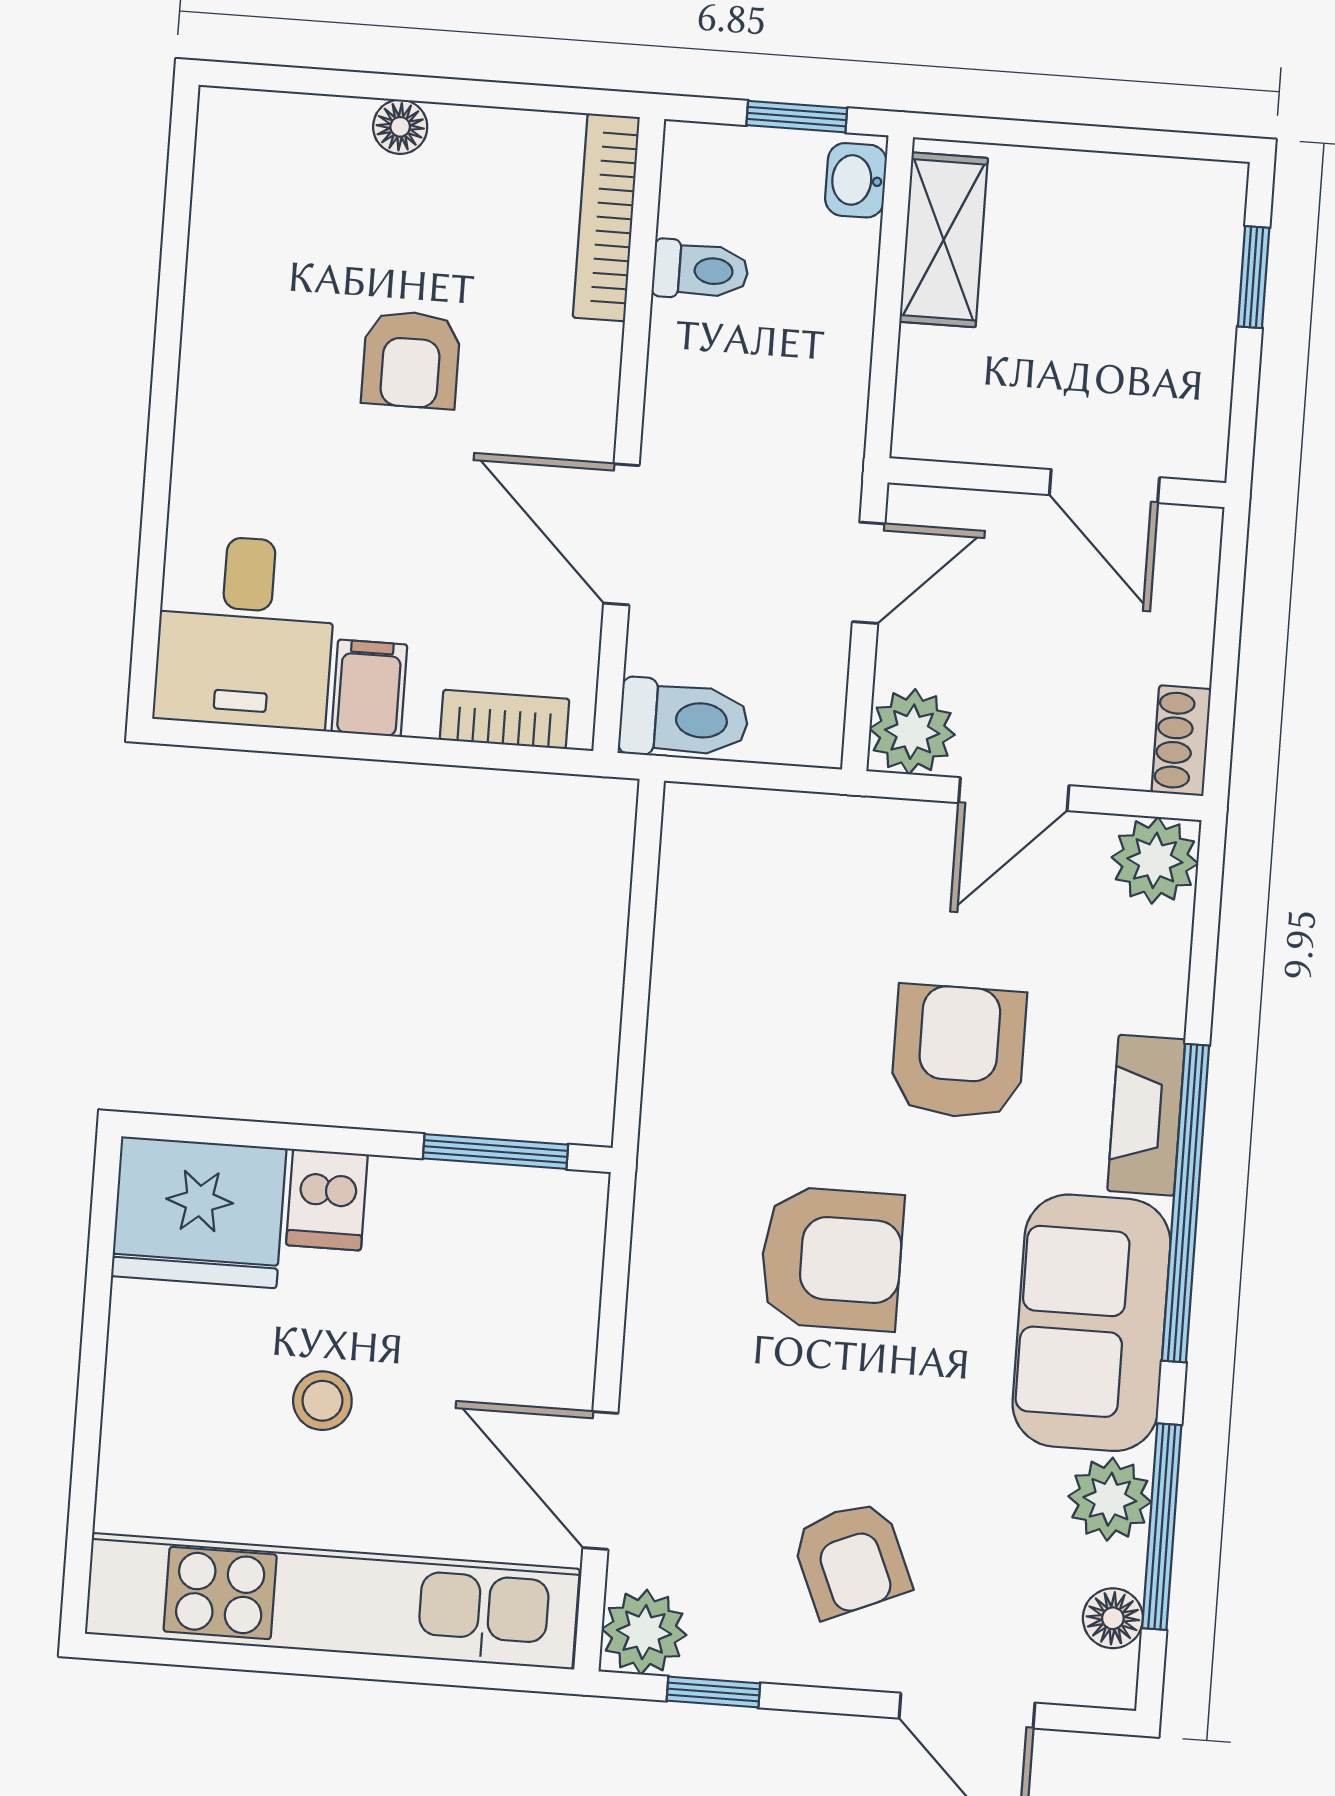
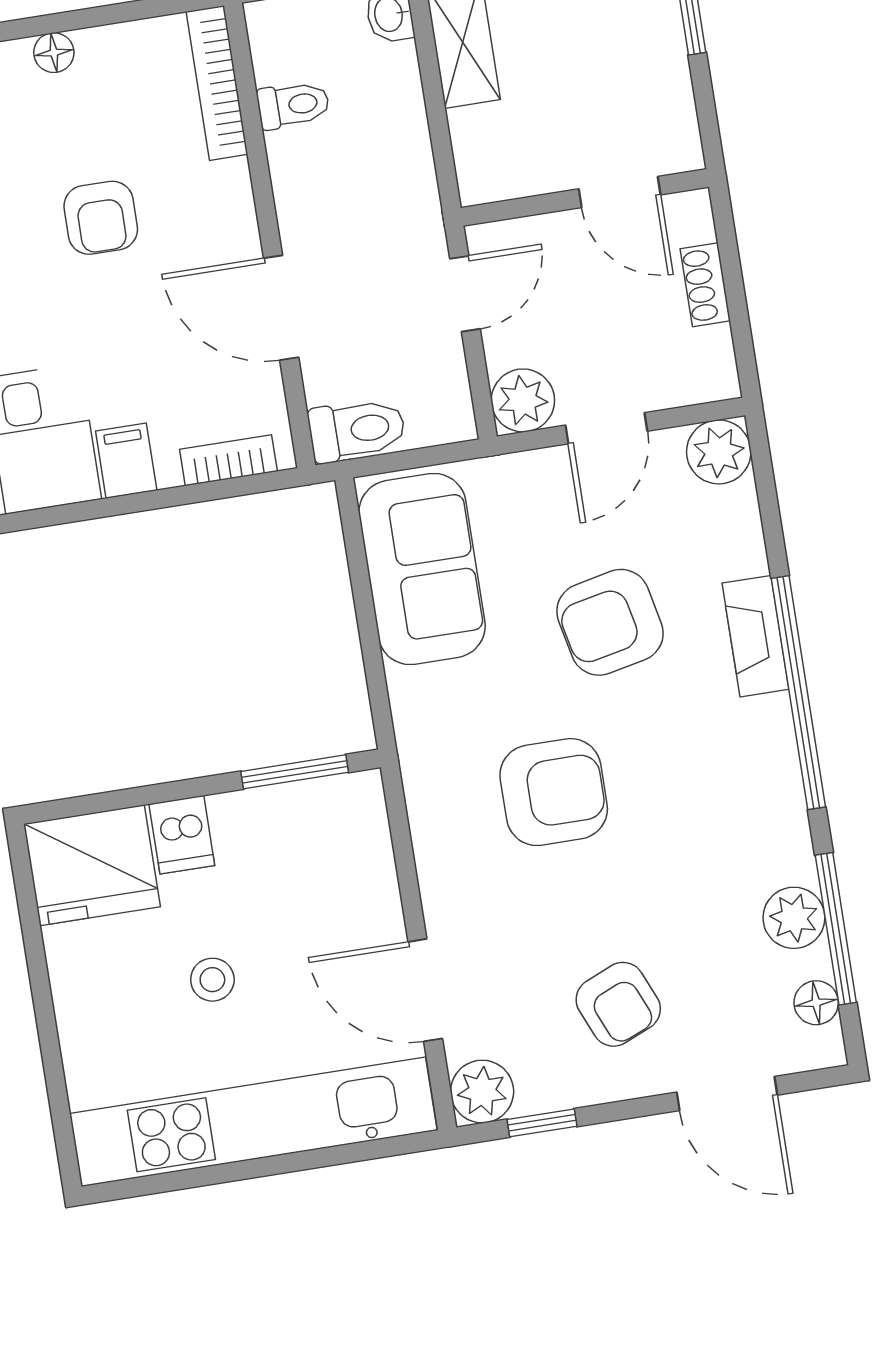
shoe rack: (1181, 741) -> (705, 285), moved
armchair: (958, 1052) -> (610, 622), turned -102
sofa: (1091, 1323) -> (422, 569), moved, turned 180

